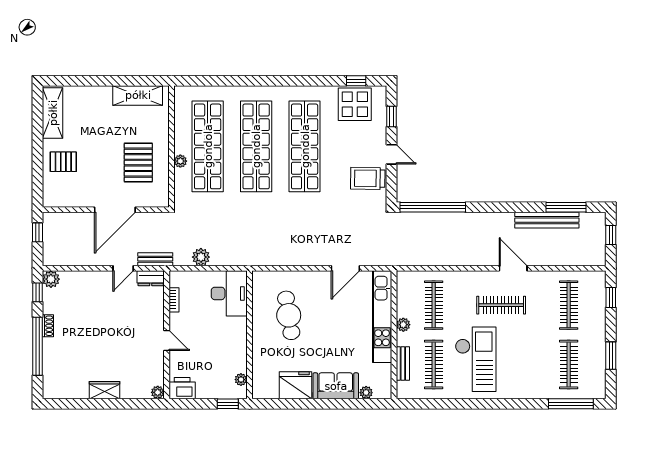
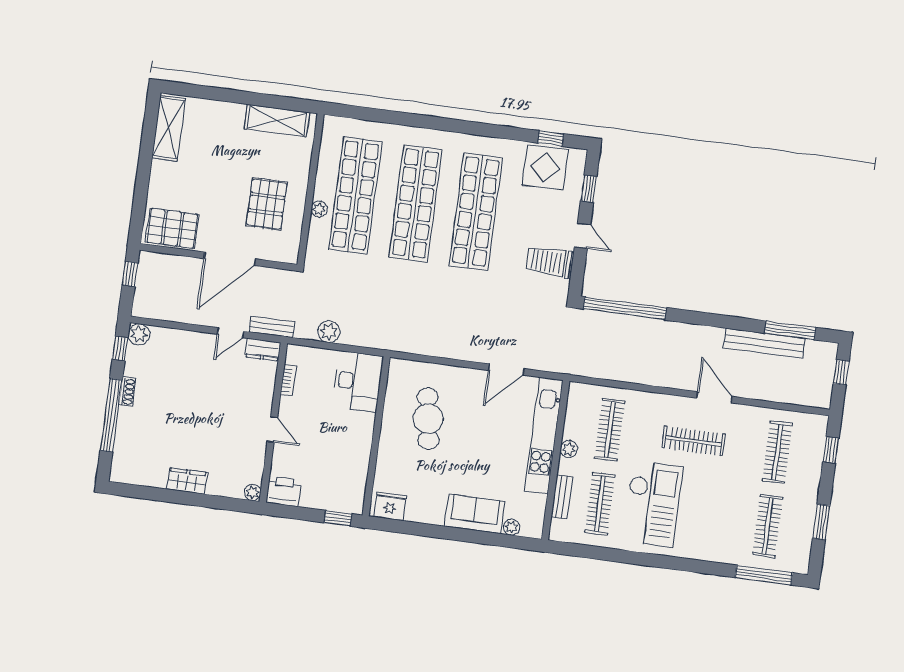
pallet: (63, 162) -> (172, 228), moved, width x1.50, depth x1.42
plant: (241, 380) -> (358, 490), removed
fridge: (296, 385) -> (390, 506), moved, width x0.73, depth x0.75

